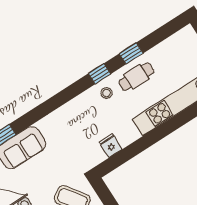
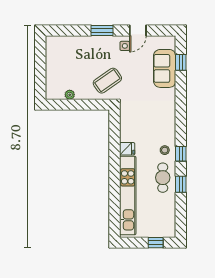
fridge: (111, 146) -> (127, 149), moved

